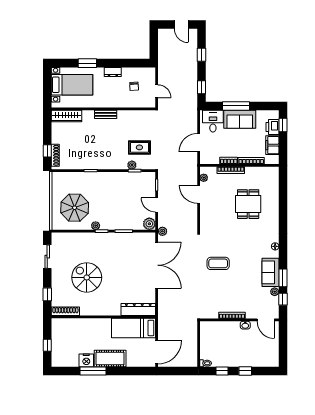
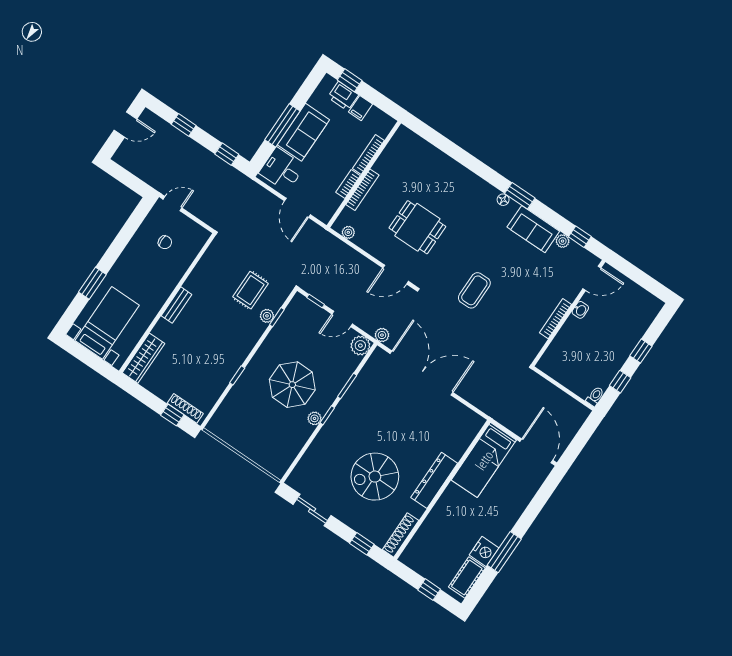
dresser: (113, 72) -> (127, 258), removed
door: (157, 91) -> (172, 204), moved
filing cabinet: (272, 145) -> (360, 108), width x0.50
door: (199, 194) -> (396, 275), moved
dining table: (248, 204) -> (417, 227), moved
parasol: (75, 208) -> (292, 385), moved
window: (283, 278) -> (520, 196), moved
dresser: (138, 309) -> (434, 480), moved
cot: (110, 358) -> (467, 577), moved, width x0.73, depth x0.75

